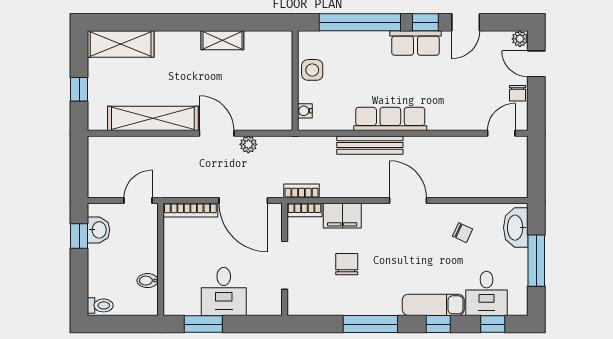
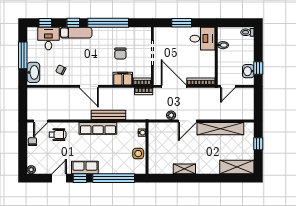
door: (536, 64) -> (23, 157), removed
wheelchair: (469, 107) -> (57, 135), added
door: (217, 133) -> (187, 121), hinge flipped
desk: (224, 291) -> (203, 39), moved, turned 90
window: (203, 324) -> (182, 23), moved
window: (370, 324) -> (108, 23), width x1.46

